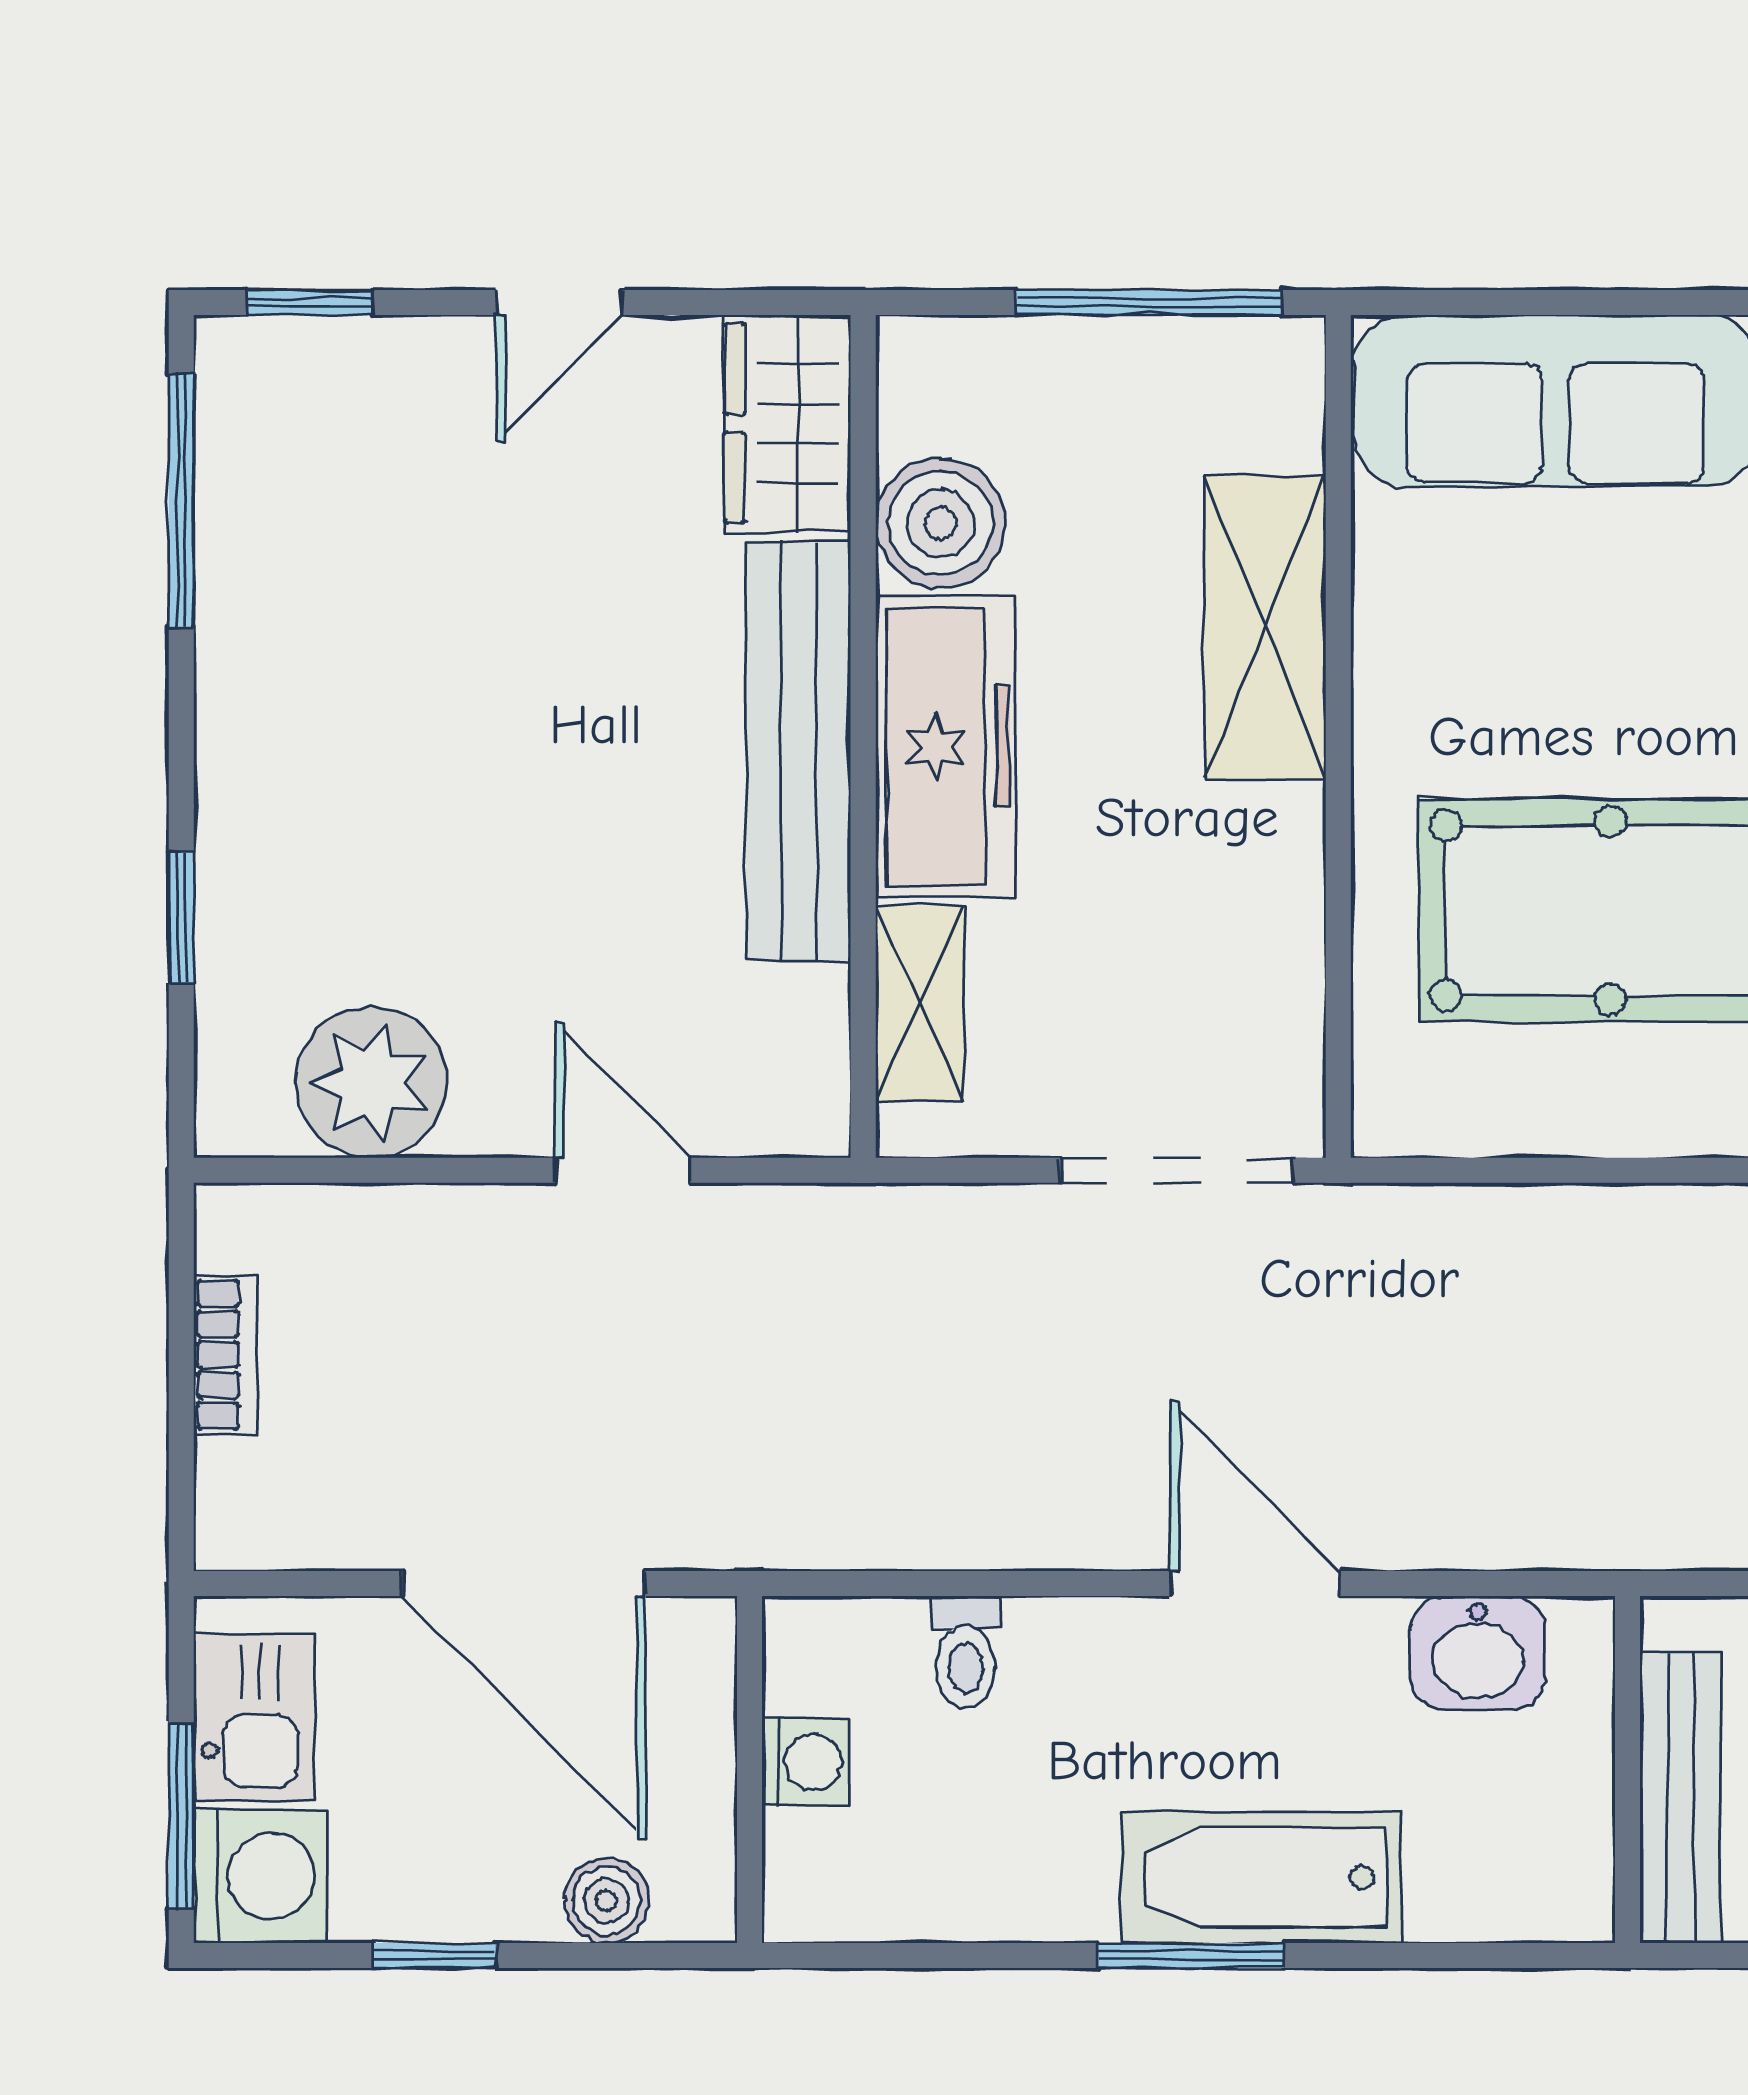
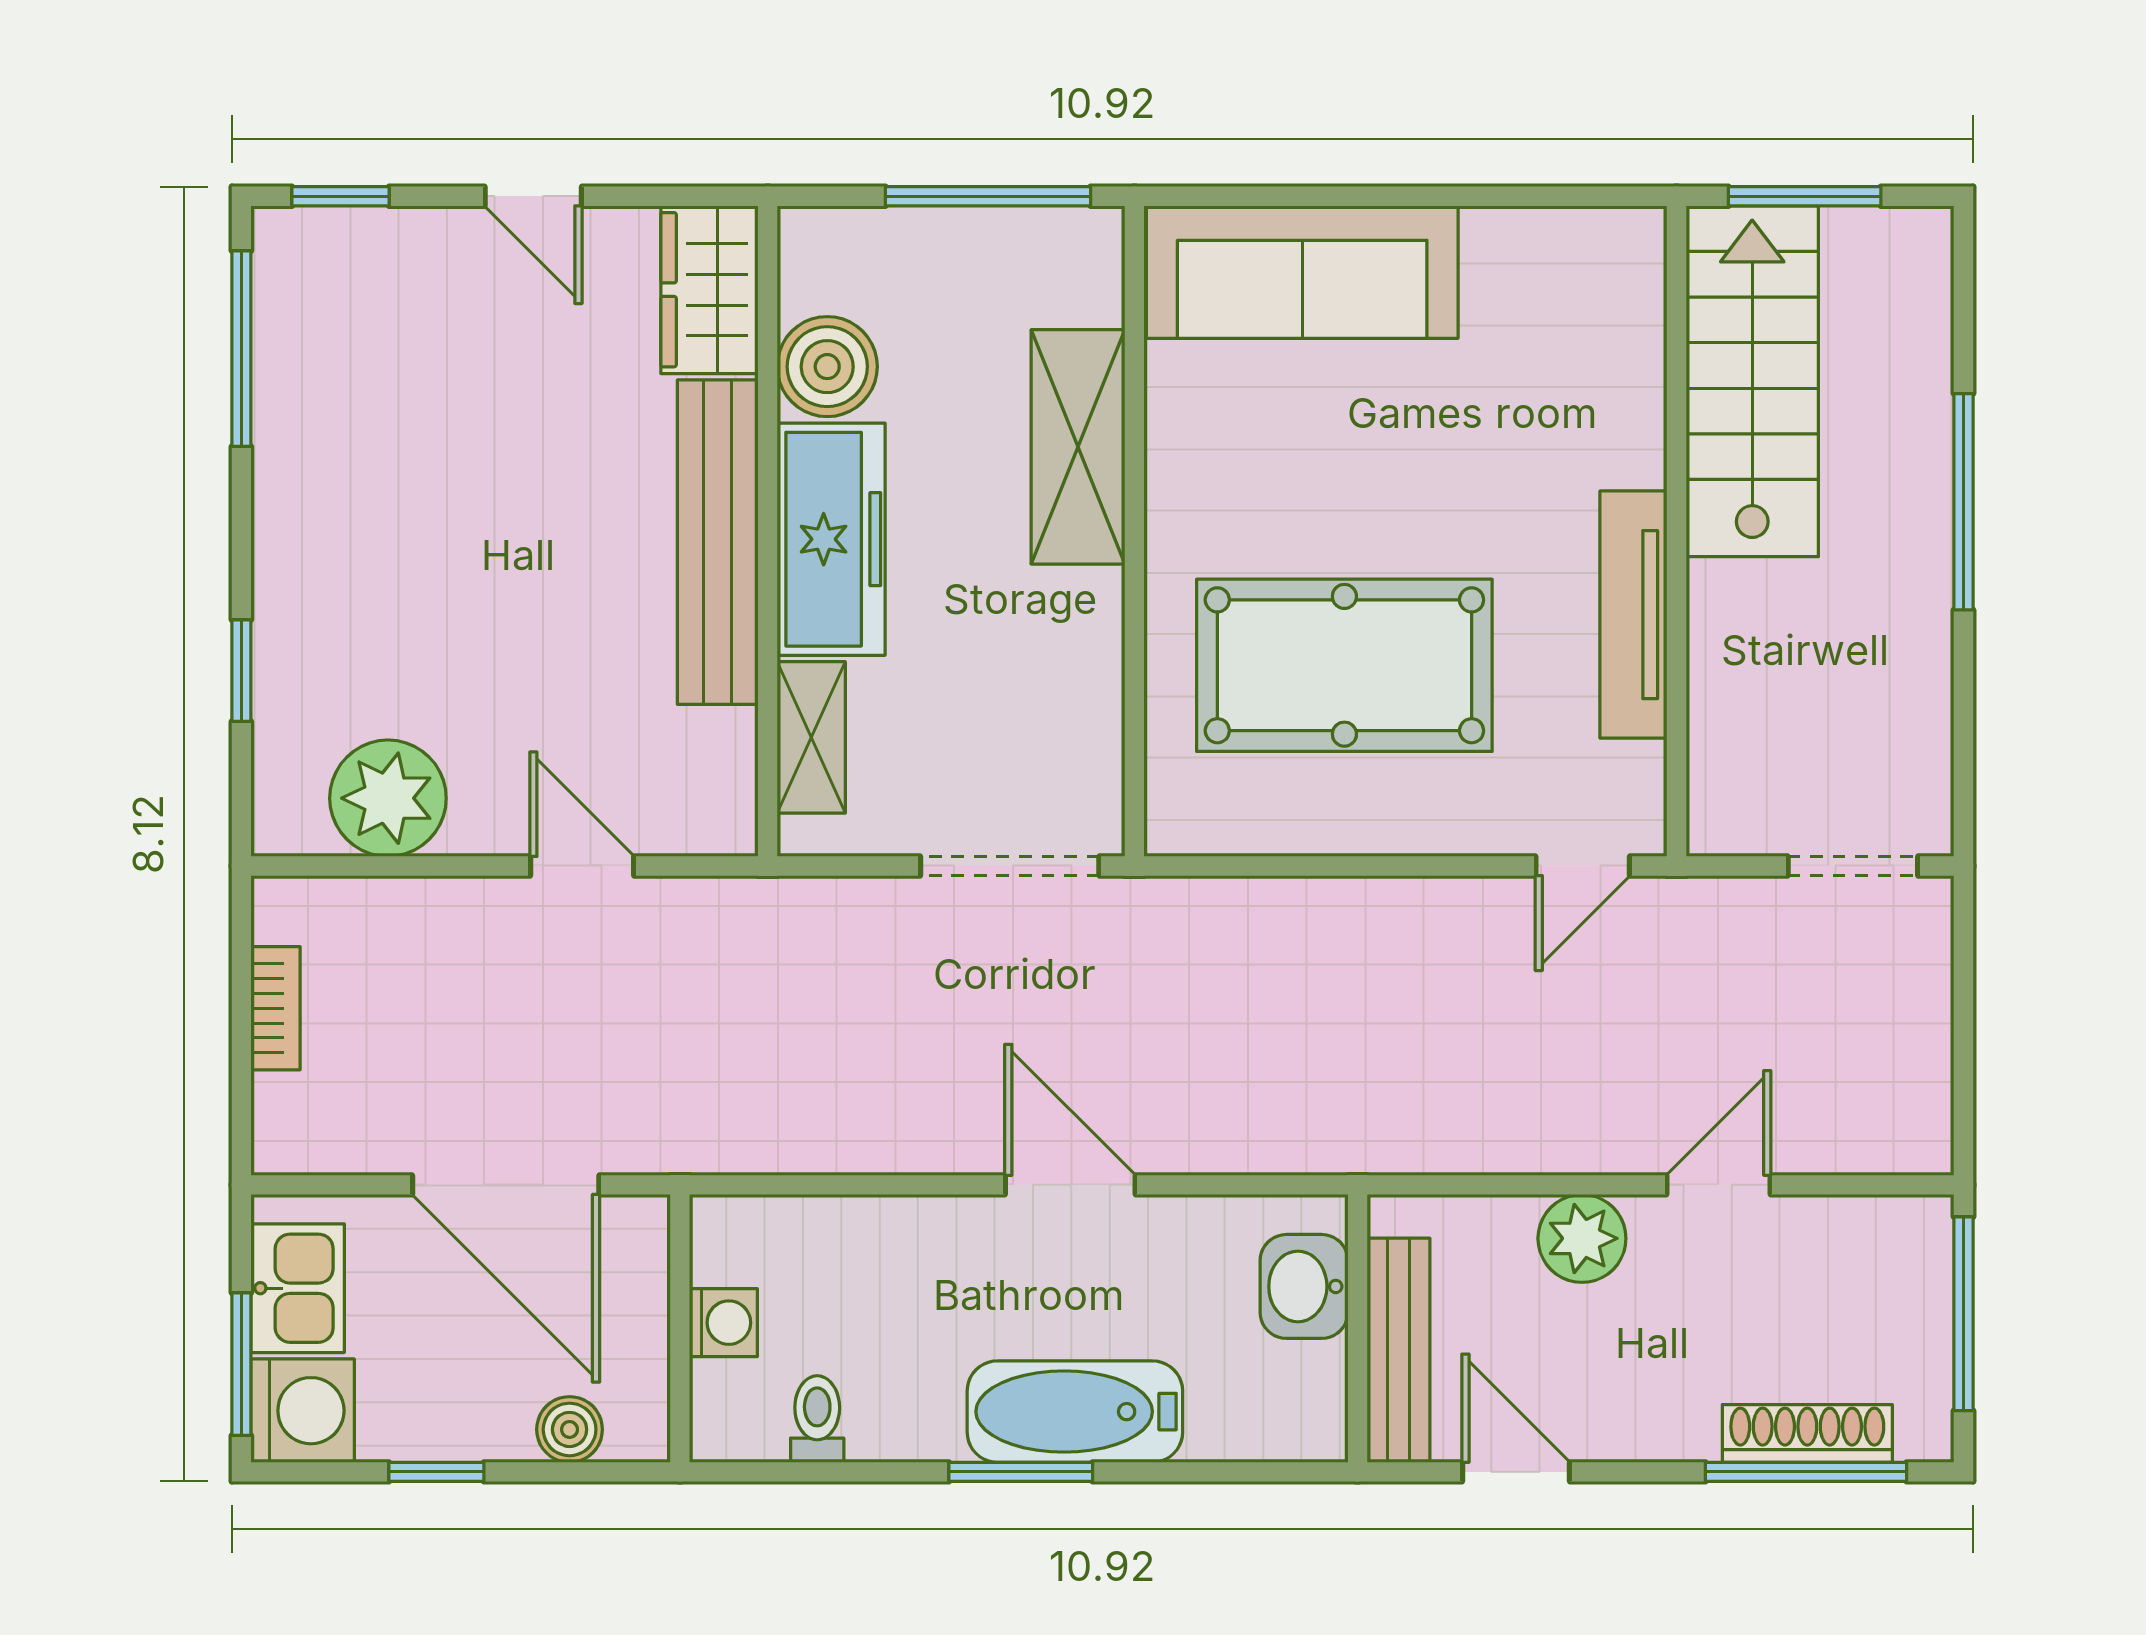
door: (559, 303) -> (533, 196), hinge flipped
toilet: (966, 1652) -> (817, 1419), moved, turned 180
washbasin: (1478, 1653) -> (1304, 1286), moved, turned 90

